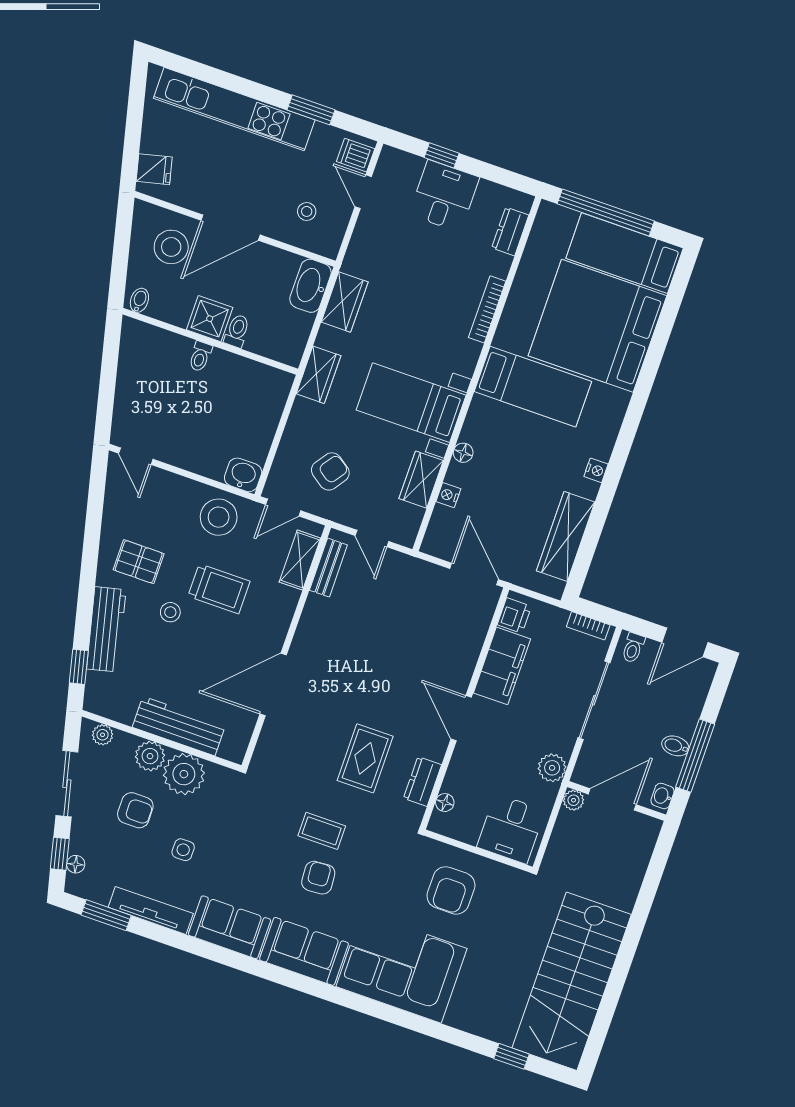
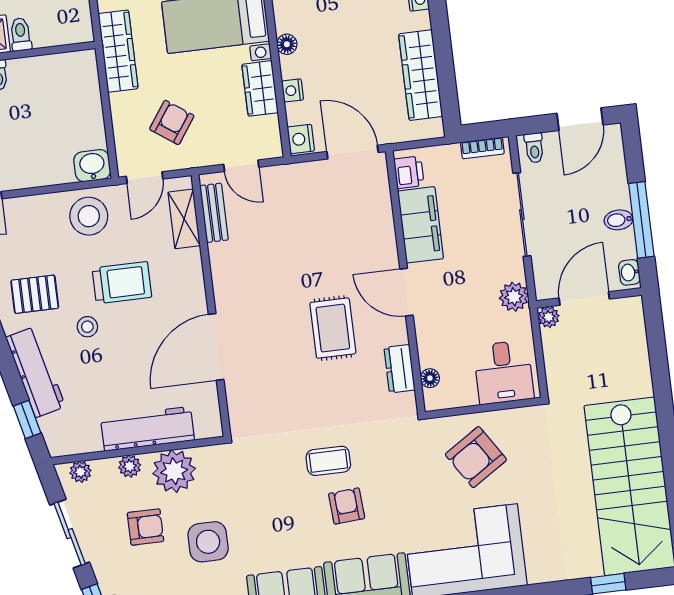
wardrobe: (318, 375) -> (118, 51), width x1.50
nightstand: (435, 541) -> (301, 139), added
plant: (150, 756) -> (130, 466), width x0.73, depth x0.73
rug: (365, 758) -> (333, 328), moved
side table: (183, 850) -> (208, 542), width x1.87, depth x1.87
armchair: (451, 890) -> (476, 457), turned 57

